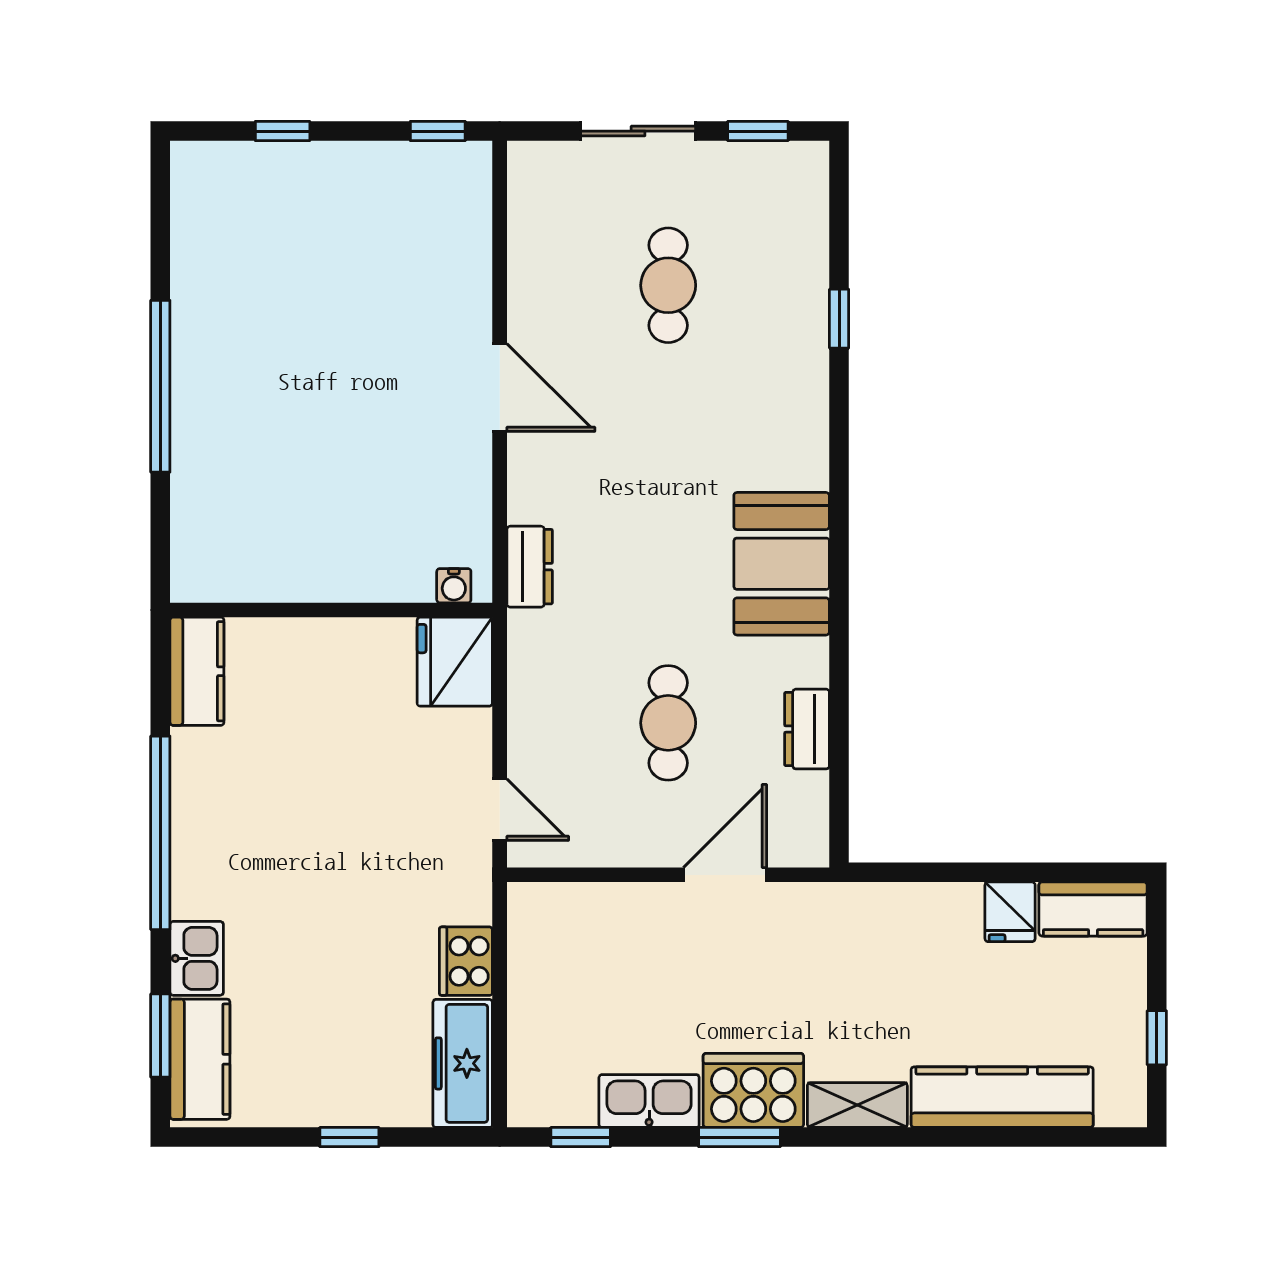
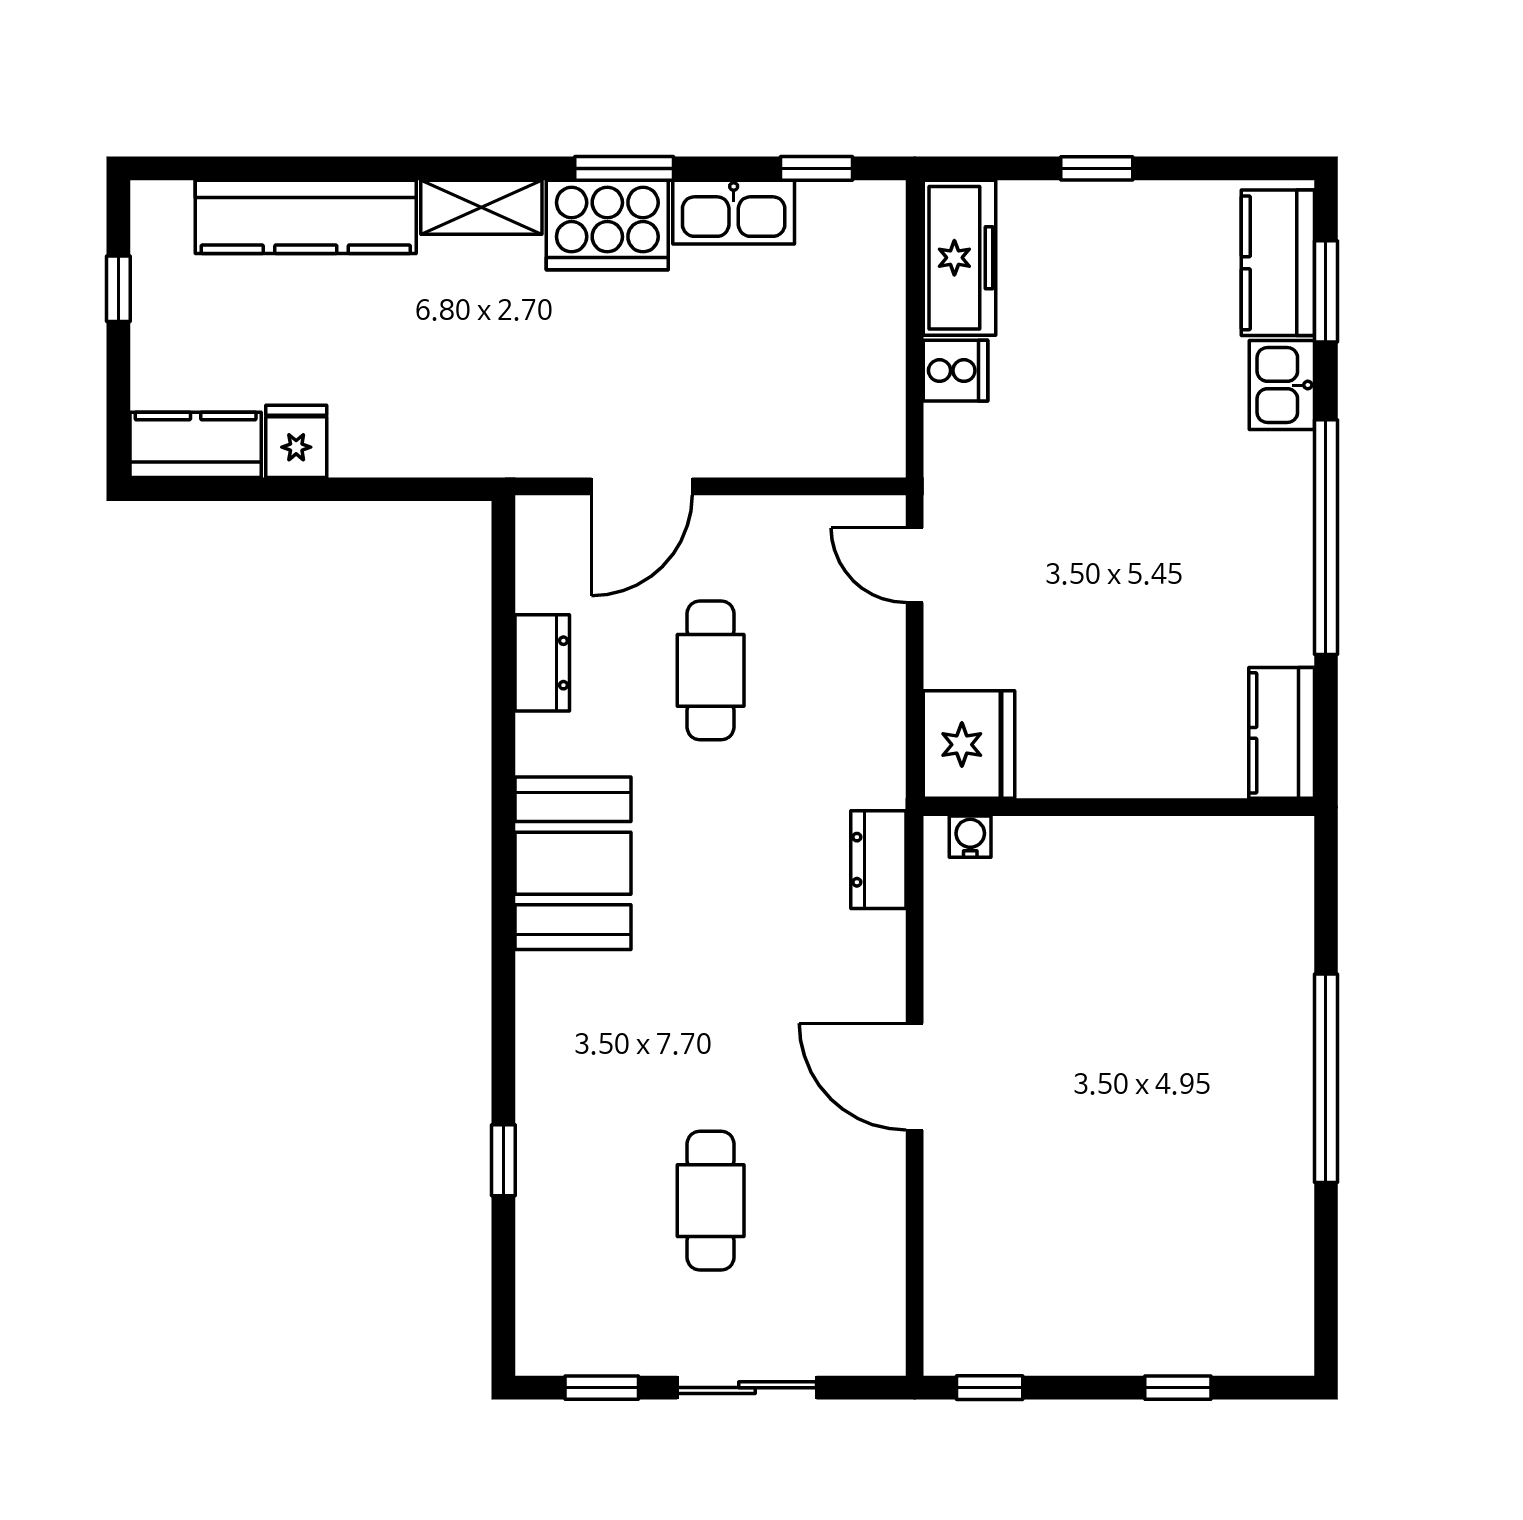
cooker: (466, 961) -> (956, 371), width x0.73

